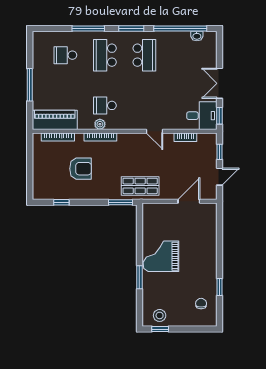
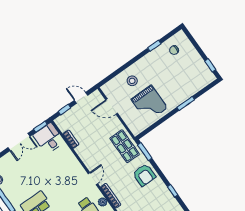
door: (155, 131) -> (93, 179), moved
armchair: (81, 169) -> (144, 175), moved, turned 180
grand piano: (161, 256) -> (149, 104), moved
stool: (160, 315) -> (132, 81), moved

